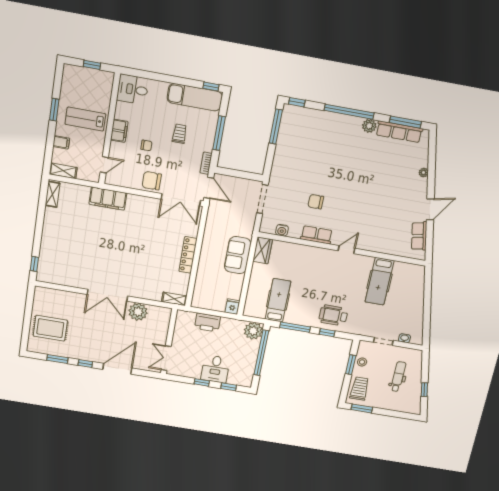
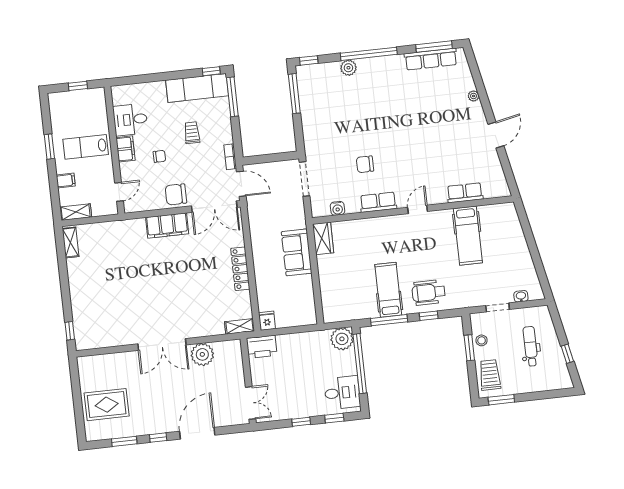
desk: (133, 89) -> (130, 120), moved
plant: (369, 126) -> (348, 68), moved
window: (219, 133) -> (232, 97), moved
filing cabinet: (108, 199) -> (167, 225), moved
row of seats: (419, 236) -> (465, 193), moved, turned 102
hospital bed: (278, 300) -> (388, 290), moved
fridge: (232, 307) -> (267, 321), moved
printer: (207, 322) -> (262, 347), moved
double door: (166, 358) -> (251, 403), swing flipped
desk: (215, 369) -> (342, 393), moved, turned -90

